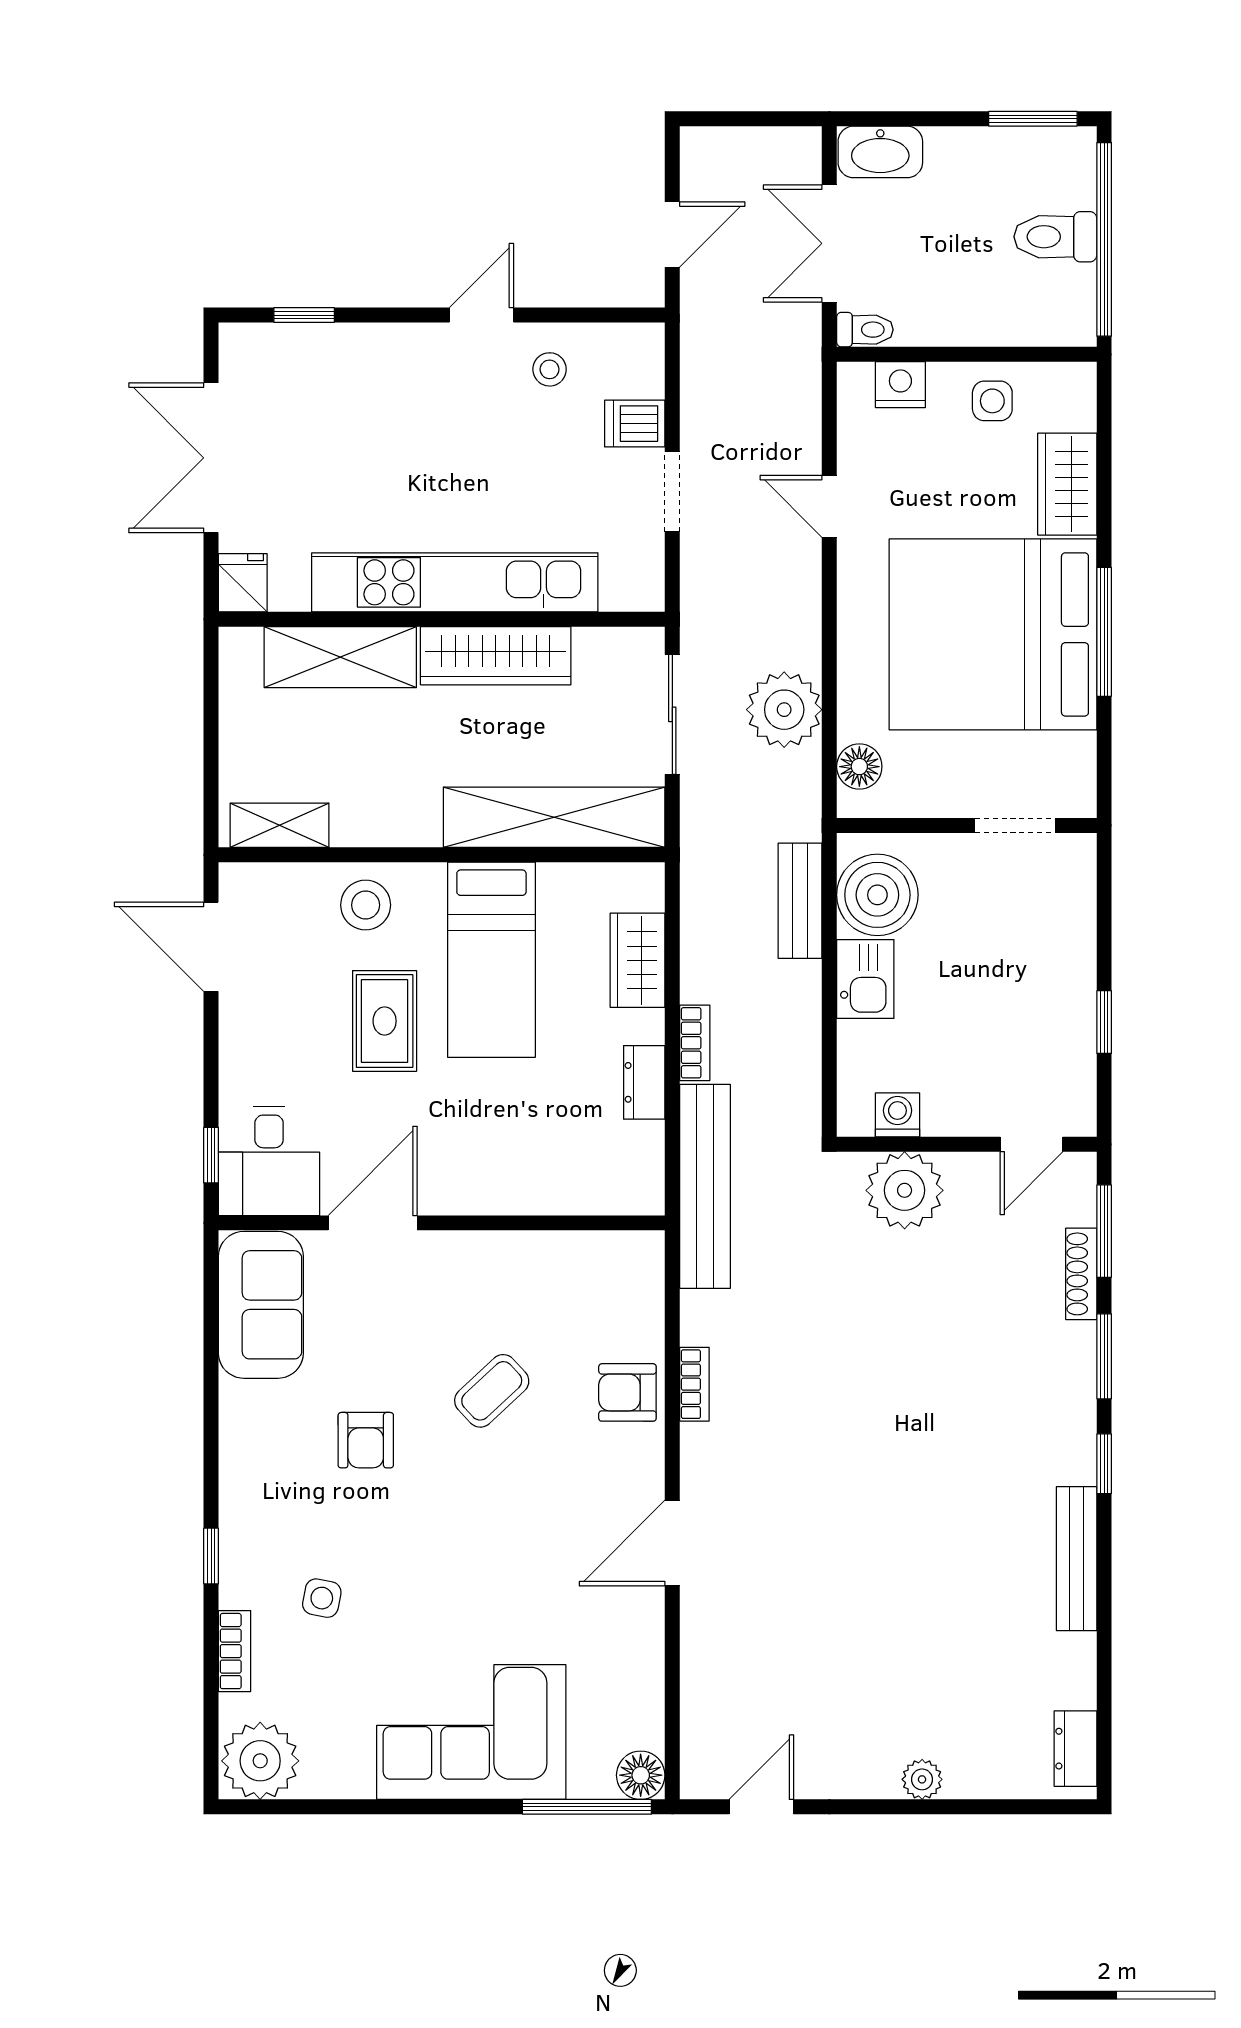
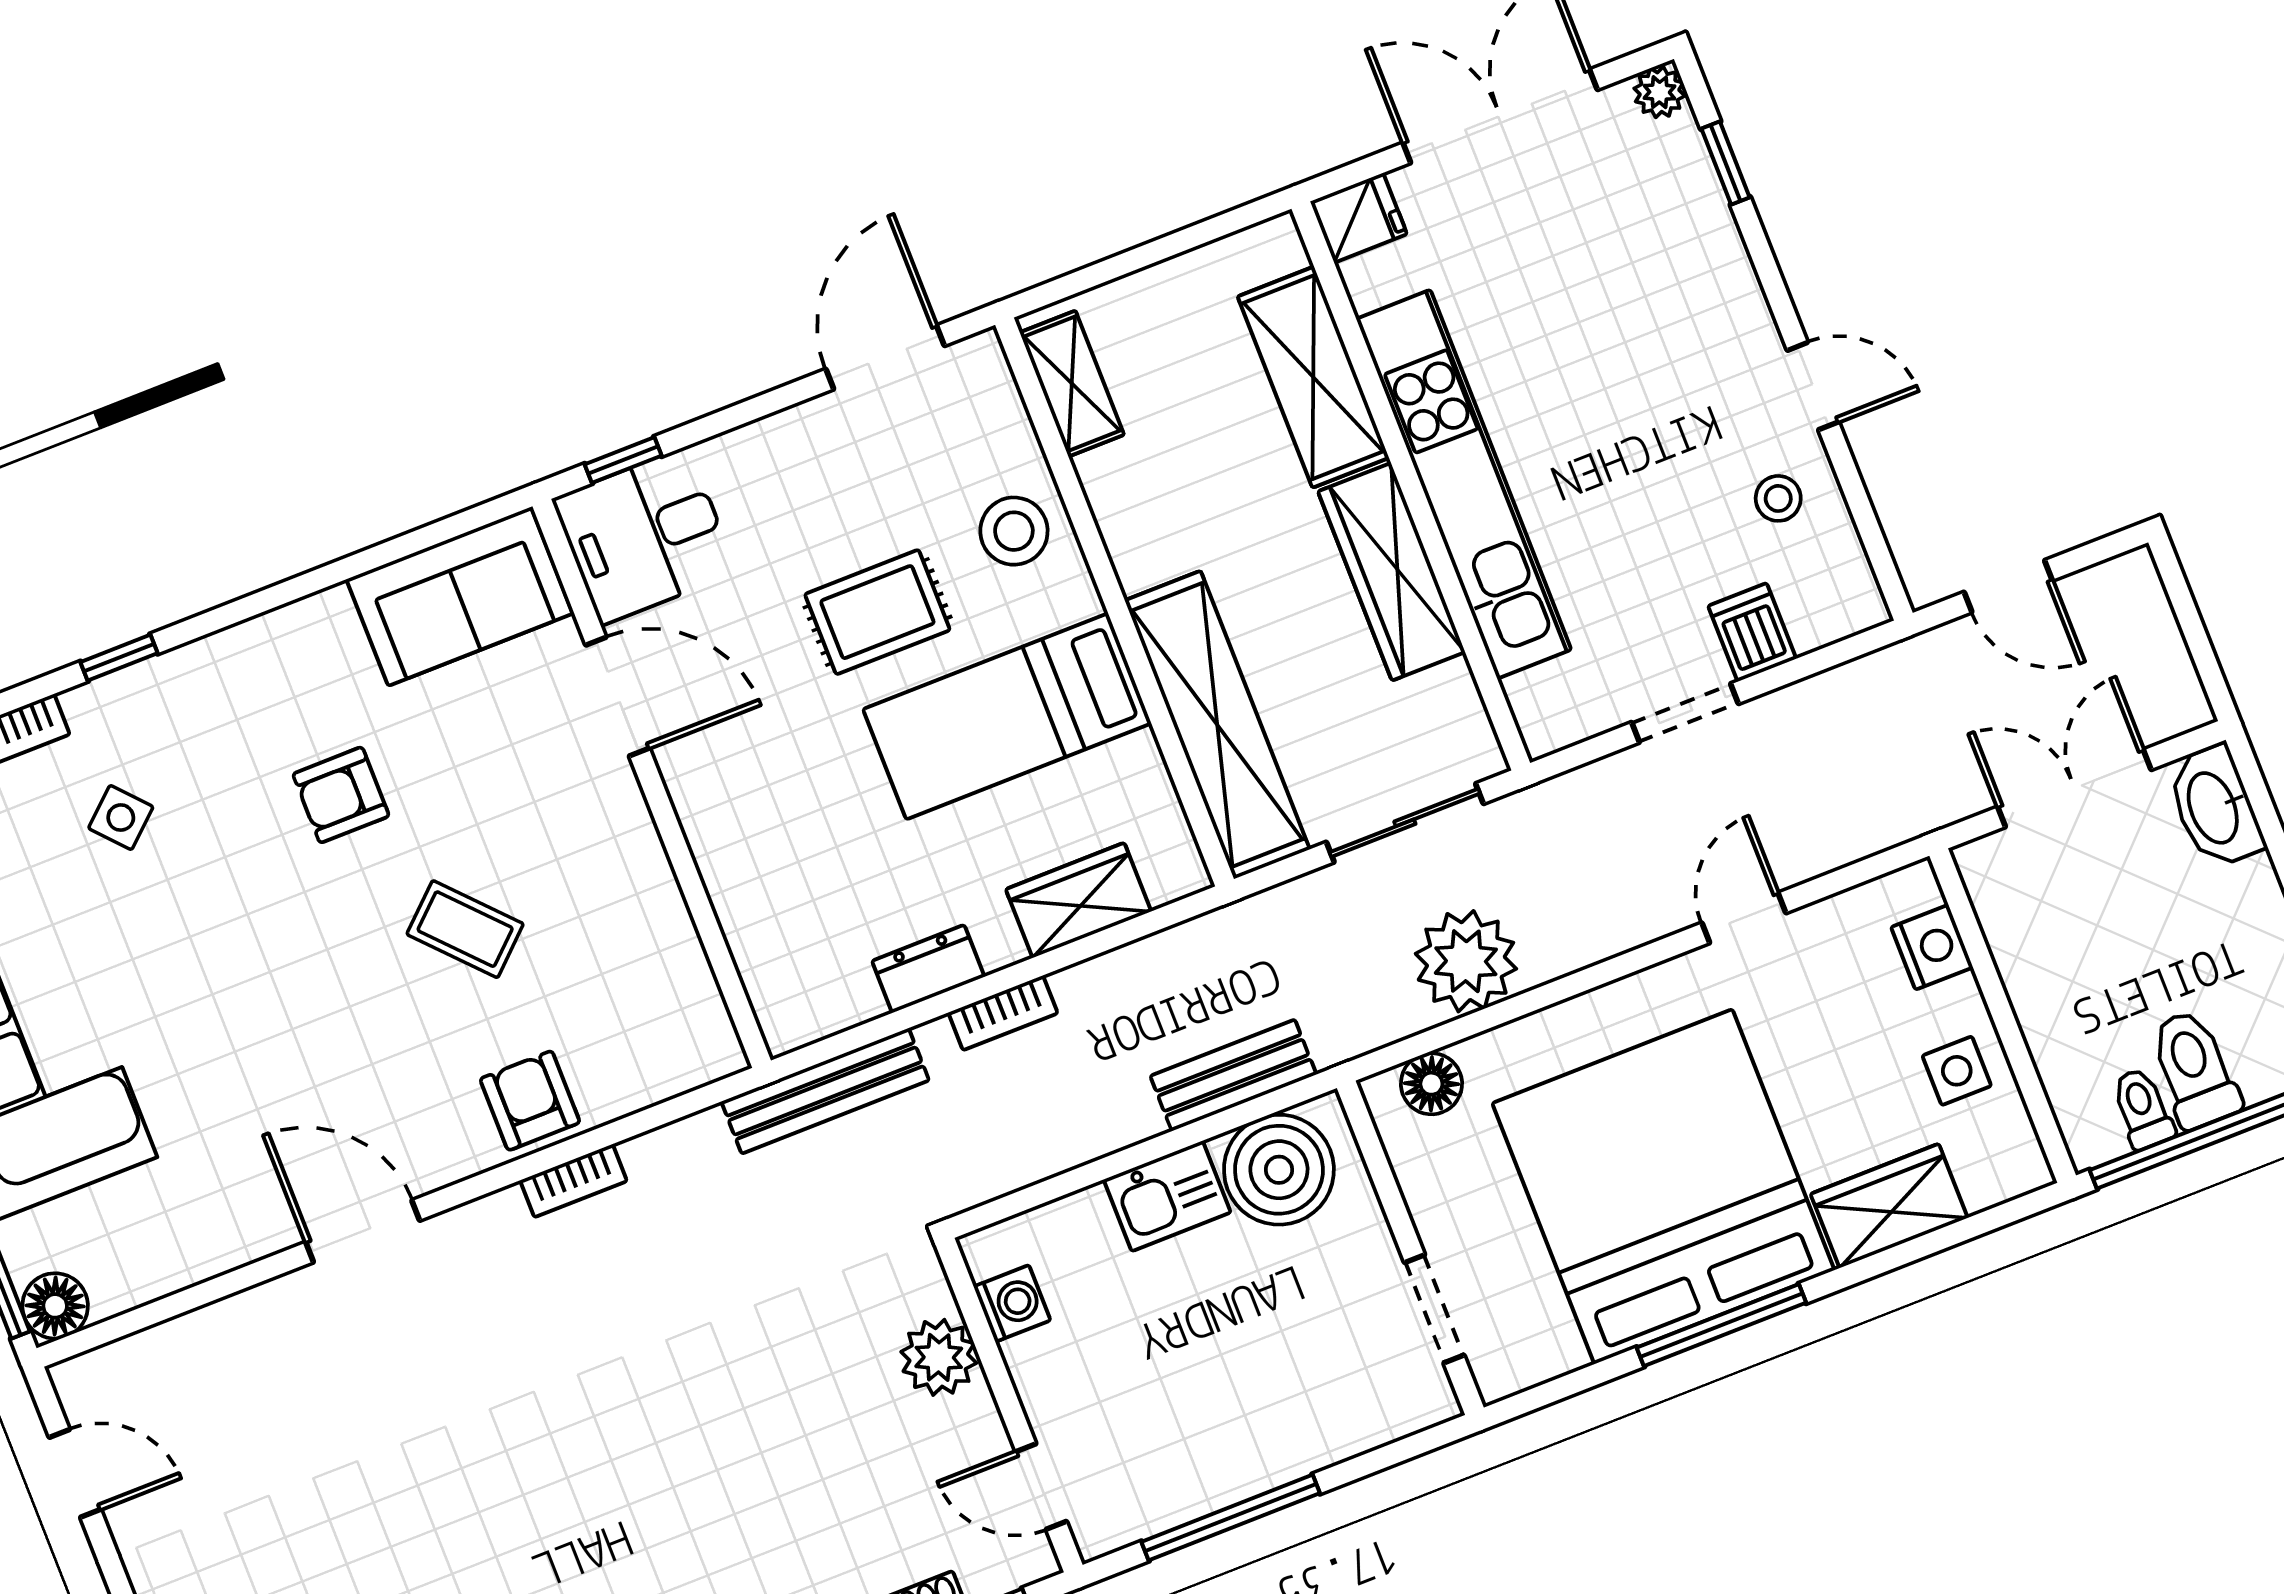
toilet: (865, 330) -> (2143, 1109), moved, turned 180
plant: (237, 341) -> (1660, 92), added
window: (1104, 1022) -> (1231, 1518), width x2.17
bench: (705, 1186) -> (825, 1091), width x0.73, depth x0.82
plant: (905, 1190) -> (939, 1357), width x0.73, depth x0.73
side table: (322, 1598) -> (121, 818), turned 37

